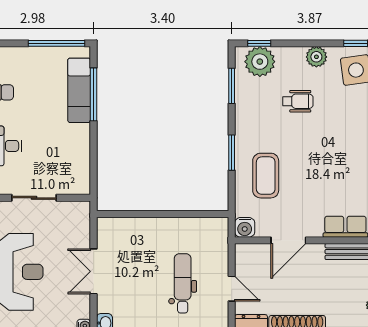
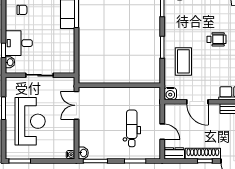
wheelchair: (298, 101) -> (217, 39), moved
door: (288, 240) -> (197, 102), hinge flipped
double door: (94, 271) -> (76, 105), moved

